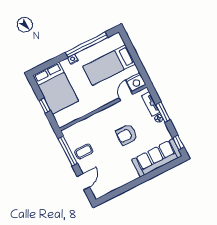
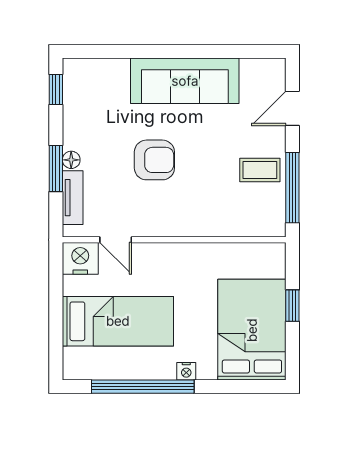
door: (126, 96) -> (116, 240), hinge flipped
sofa: (157, 158) -> (185, 81), moved

